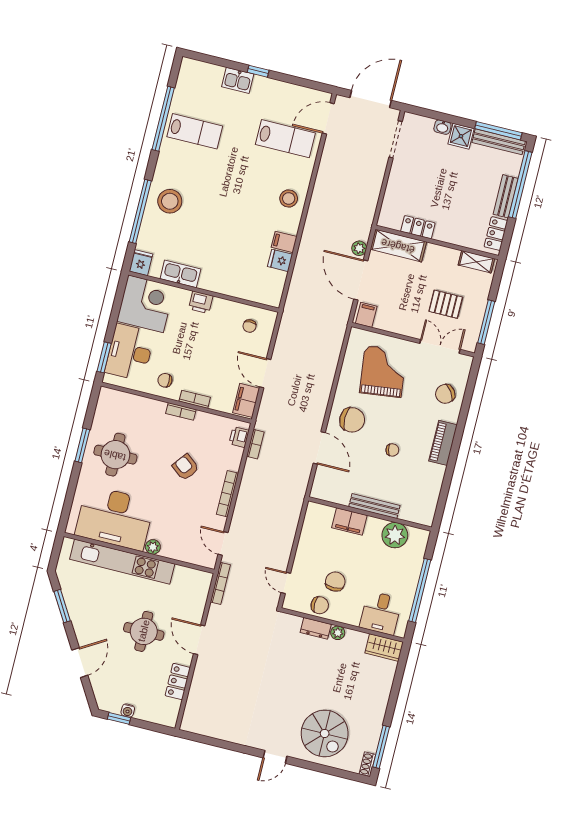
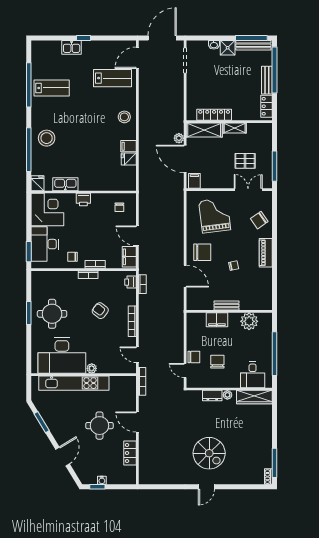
locker: (418, 227) -> (214, 115), width x1.53
shelving: (476, 262) -> (235, 128), moved
bench: (374, 506) -> (226, 306), width x0.73
chair: (320, 605) -> (194, 357), moved
wardrobe: (384, 648) -> (254, 397), width x1.50
spiral stairs: (325, 733) -> (209, 453), moved

